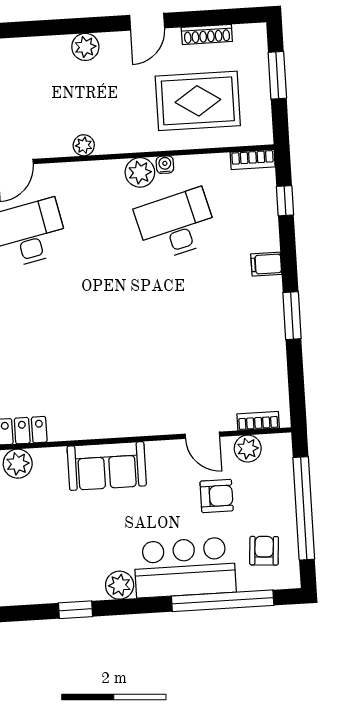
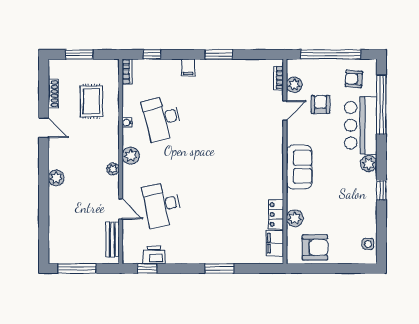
plant: (85, 47) -> (56, 178), moved
rug: (198, 101) -> (91, 101), width x0.73, depth x0.70
plant: (140, 172) -> (131, 156), moved

